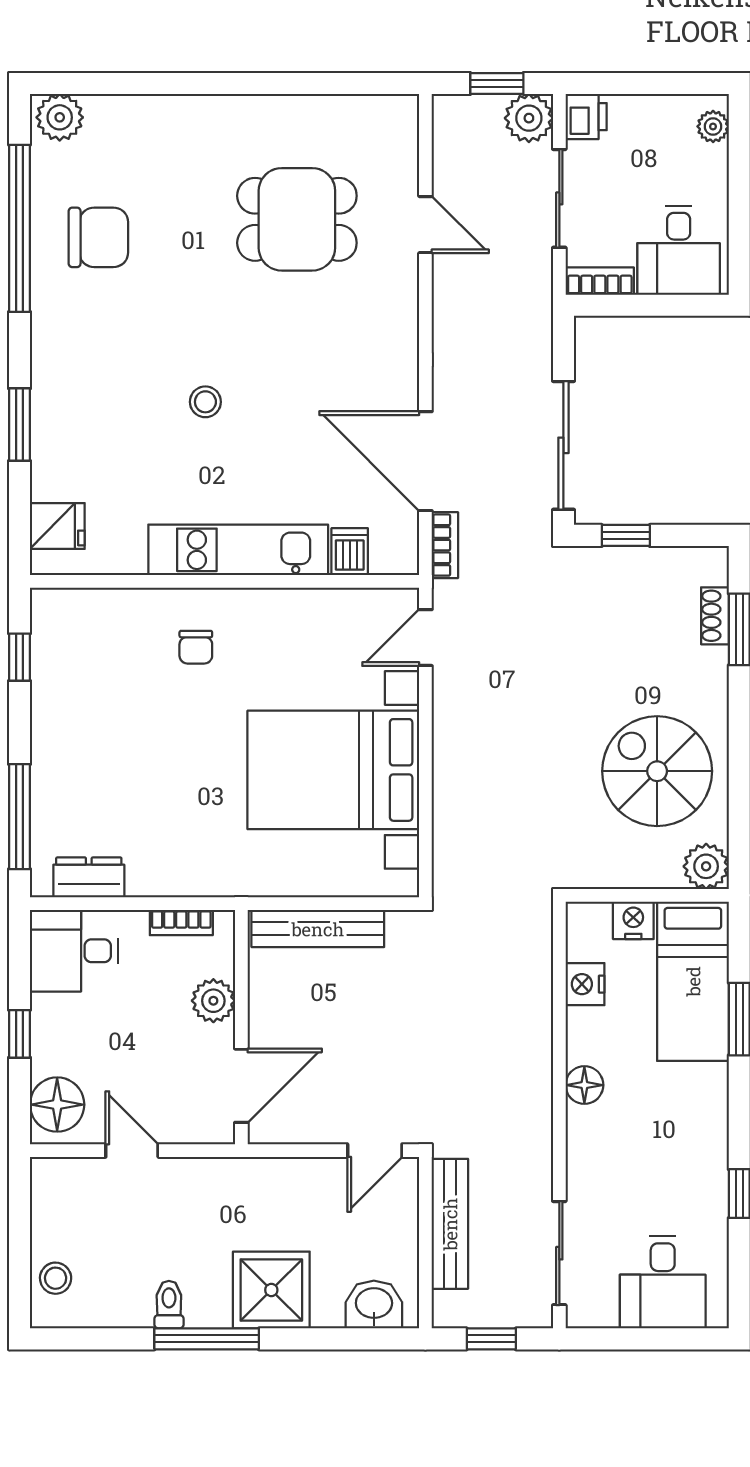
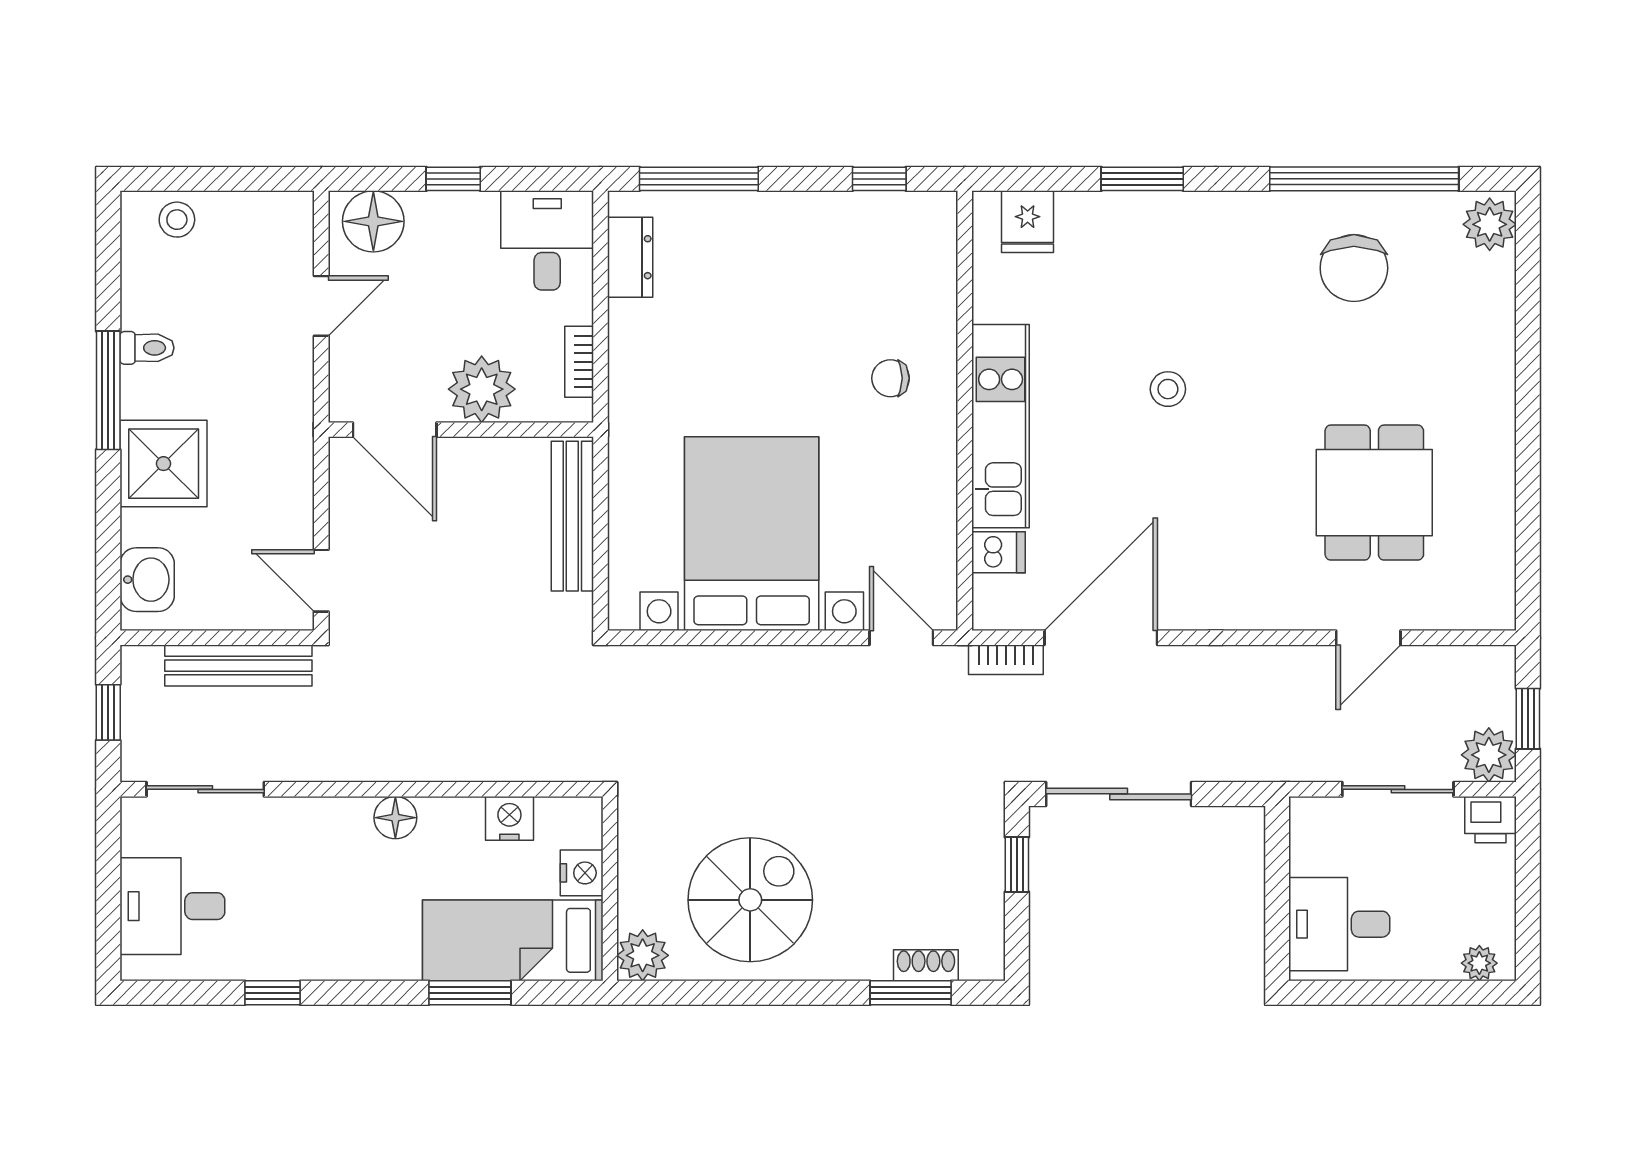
bookcase: (600, 281) -> (1304, 835), removed
plant: (213, 1001) -> (482, 389), width x1.36, depth x1.36

